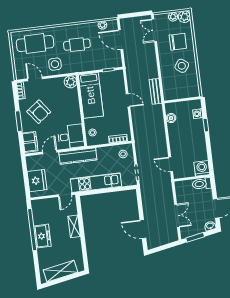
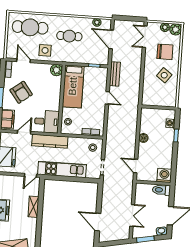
bench: (156, 91) -> (115, 74), moved
boiler: (171, 118) -> (143, 138), moved

